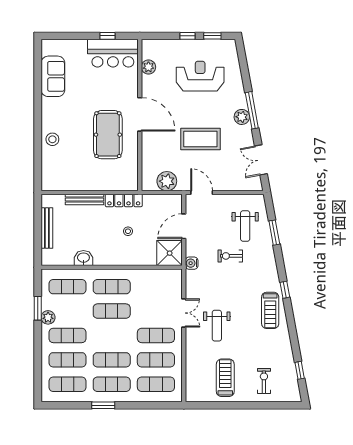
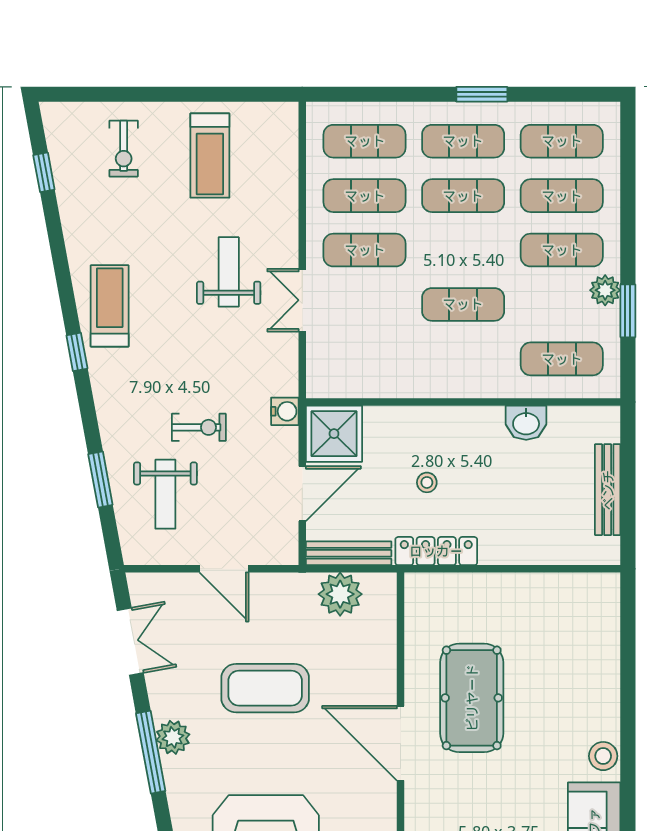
stool: (52, 139) -> (603, 756), moved
door: (202, 193) -> (224, 569), moved
bench: (84, 200) -> (349, 553), moved
weight bench: (245, 226) -> (165, 494), turned 180
exercise mat: (112, 287) -> (463, 359), removed

